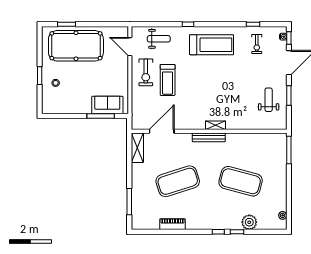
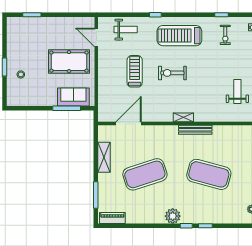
treadmill: (212, 45) -> (179, 36), turned 180
pool table: (76, 46) -> (69, 62), moved, width x0.73, depth x0.76
exercise bike: (146, 72) -> (172, 73), moved, turned 90
treadmill: (168, 80) -> (135, 71), turned 180
bench: (209, 137) -> (195, 130), moved
shelving: (137, 148) -> (104, 157), moved
plant: (249, 222) -> (173, 216), moved
piano: (173, 224) -> (112, 218), moved

